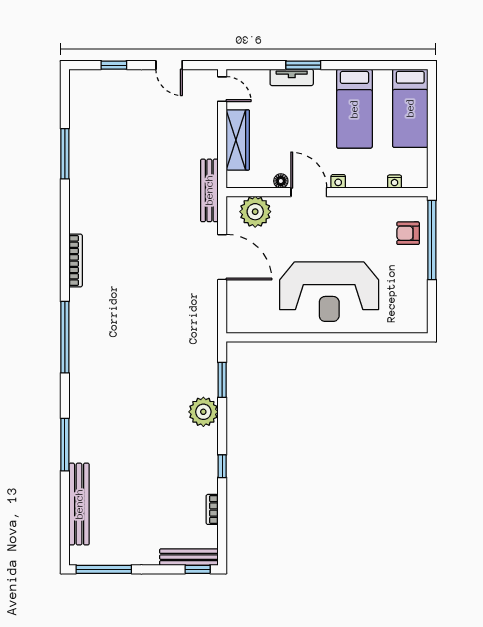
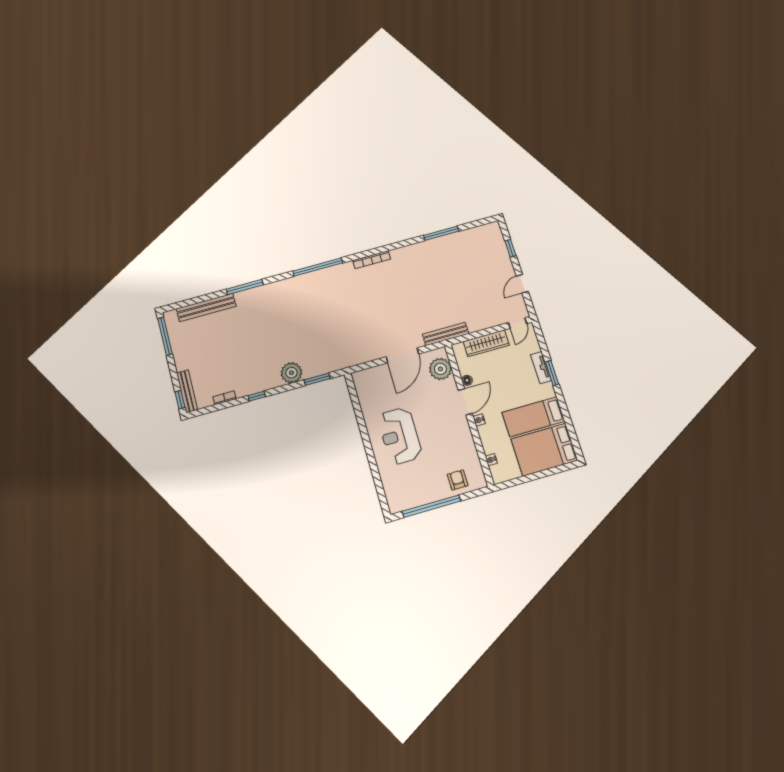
bed: (410, 108) -> (544, 450), width x1.50
window: (432, 240) -> (431, 506), moved
reception desk: (329, 292) -> (400, 436), width x0.74, depth x0.77

